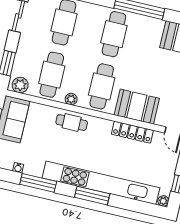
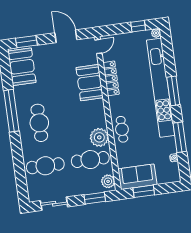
cafe table: (114, 34) -> (39, 123), turned 90
cafe table: (102, 86) -> (84, 117), removed
plant: (71, 99) -> (99, 137), width x1.88, depth x1.88

